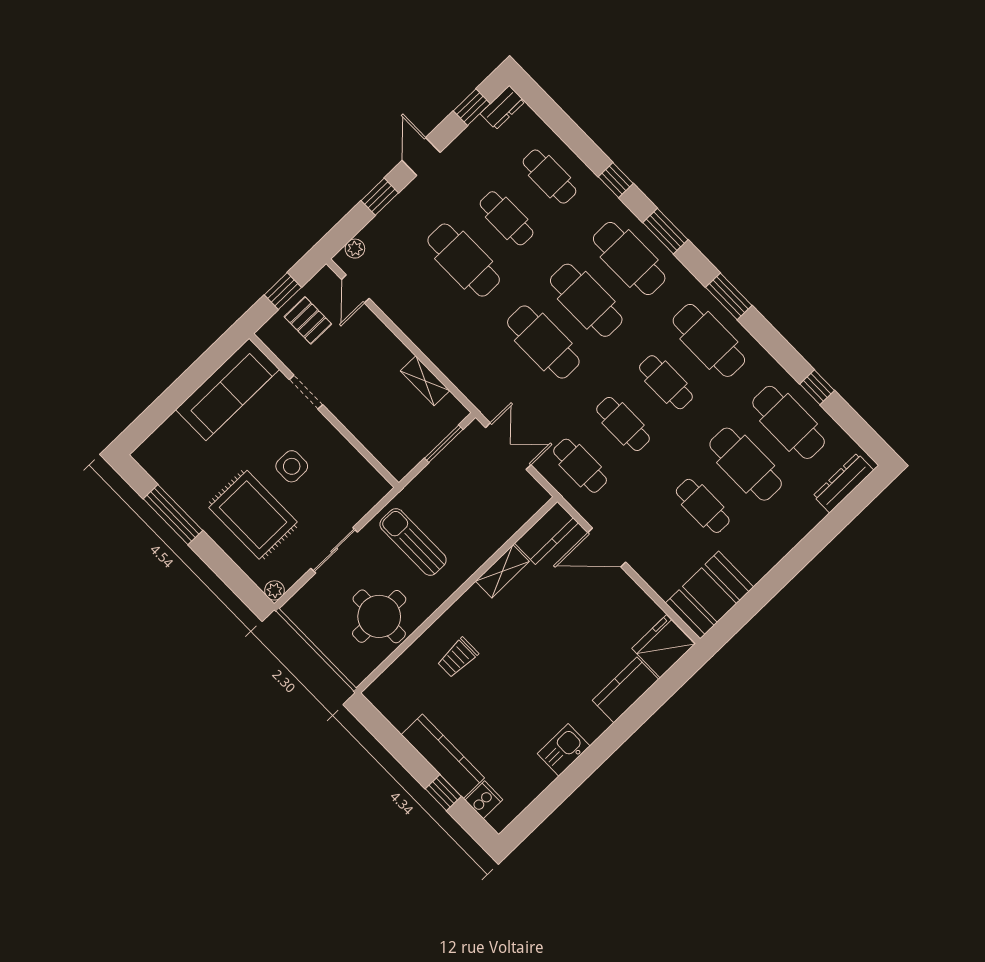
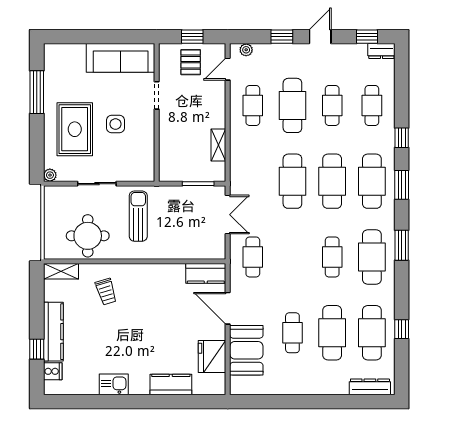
cafe table: (623, 424) -> (253, 105), moved
shelving: (502, 571) -> (61, 271), moved
booth: (709, 595) -> (246, 350), moved, turned 90
fridge: (663, 646) -> (212, 357), moved, turned -90
trolley: (458, 658) -> (106, 292), turned -107

